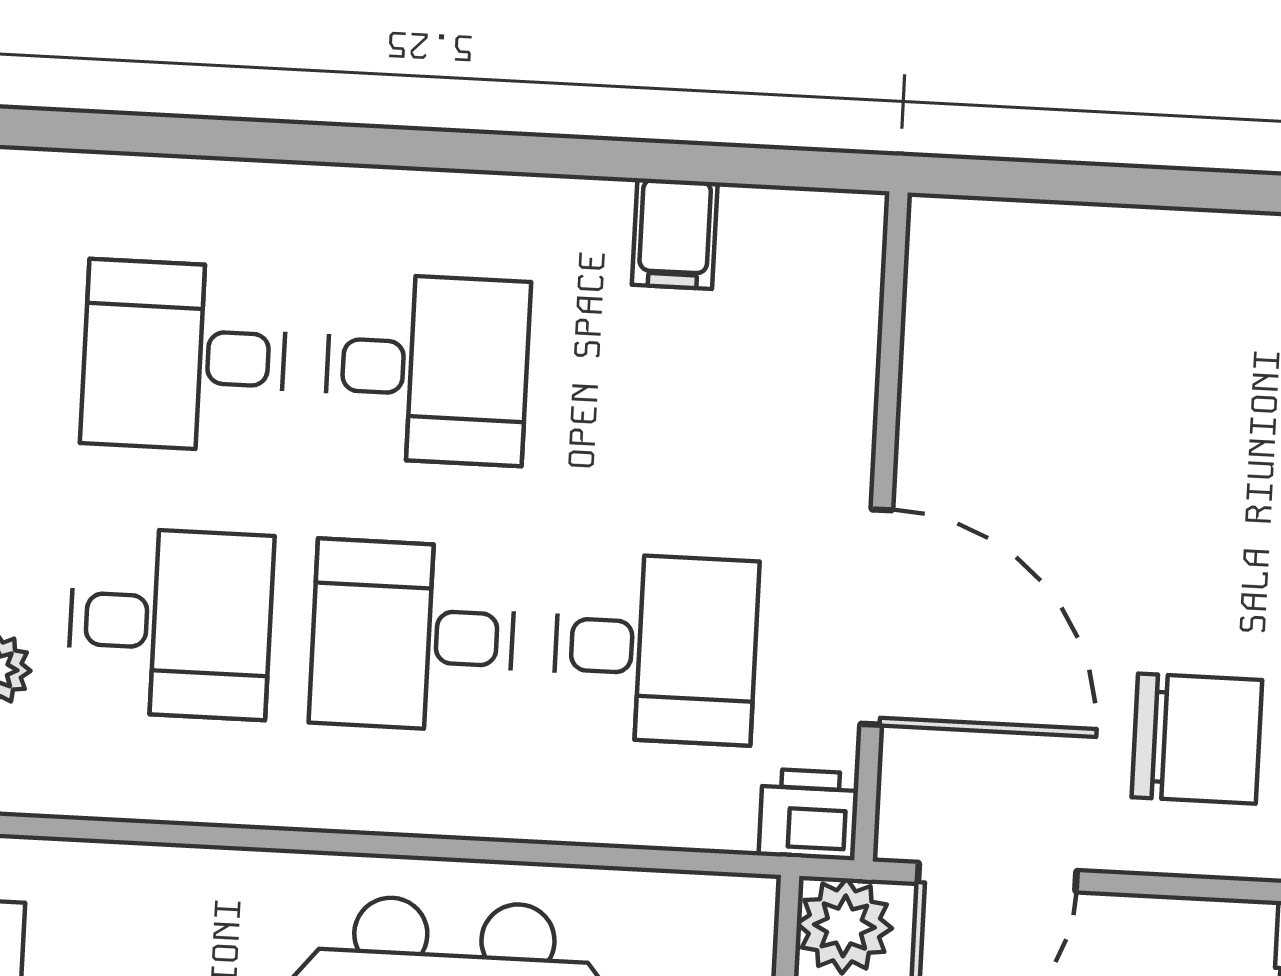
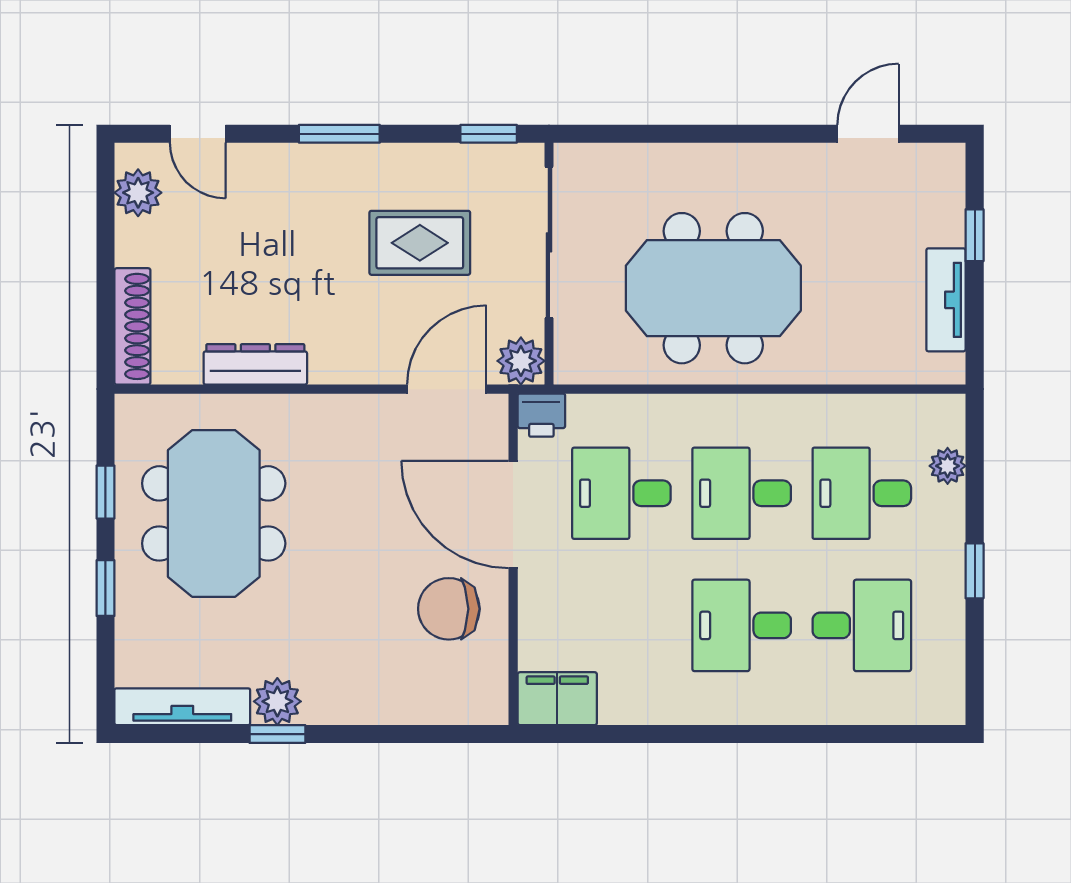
filing cabinet: (675, 234) -> (557, 699), moved, width x2.00
desk: (413, 636) -> (742, 493), turned 180
chair: (1197, 739) -> (449, 609), moved

